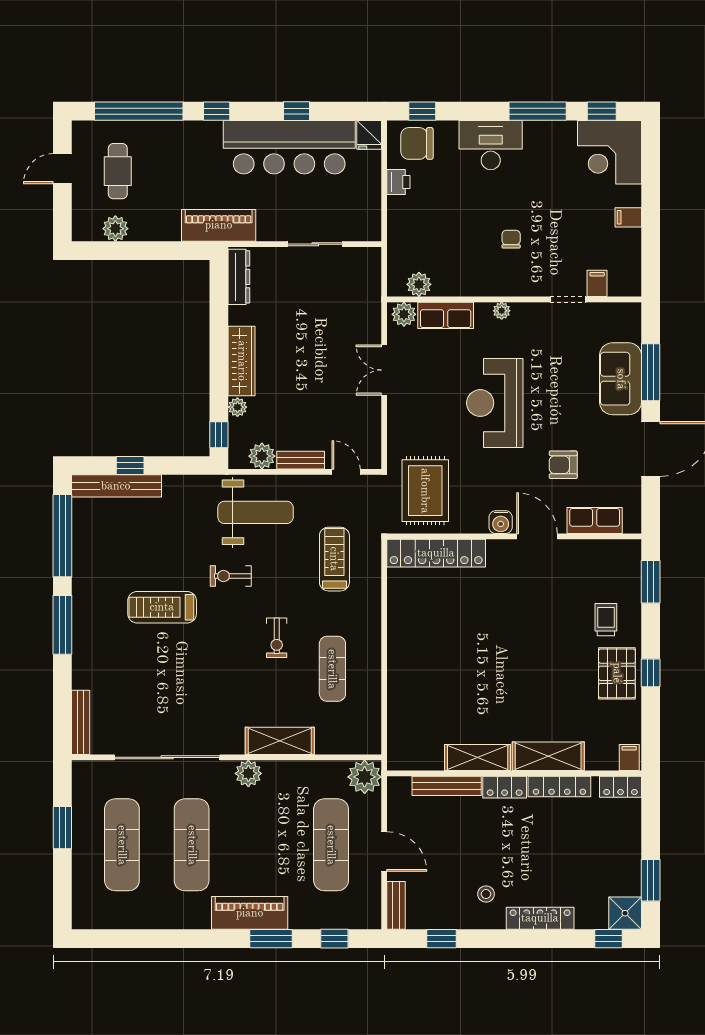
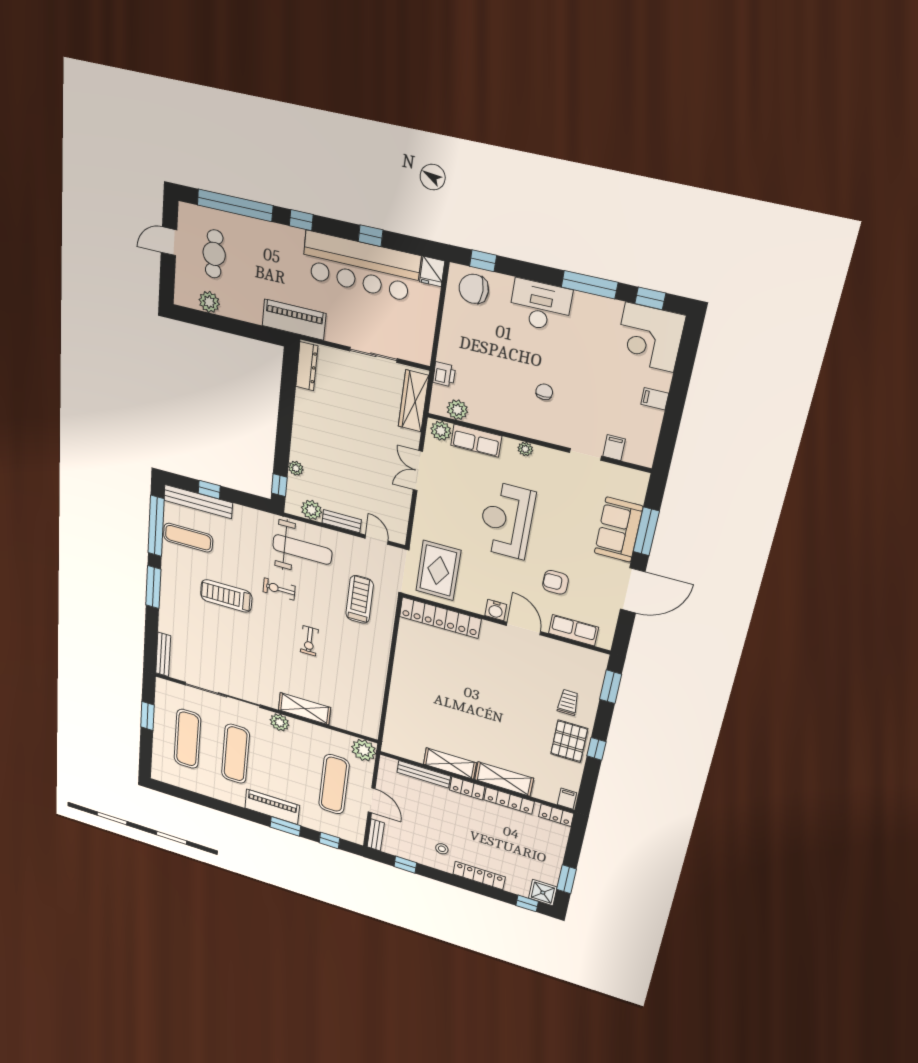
printer: (398, 182) -> (444, 374), moved
wardrobe: (242, 361) -> (413, 401), moved, turned 180
exercise mat: (332, 669) -> (188, 538), moved, turned 90

